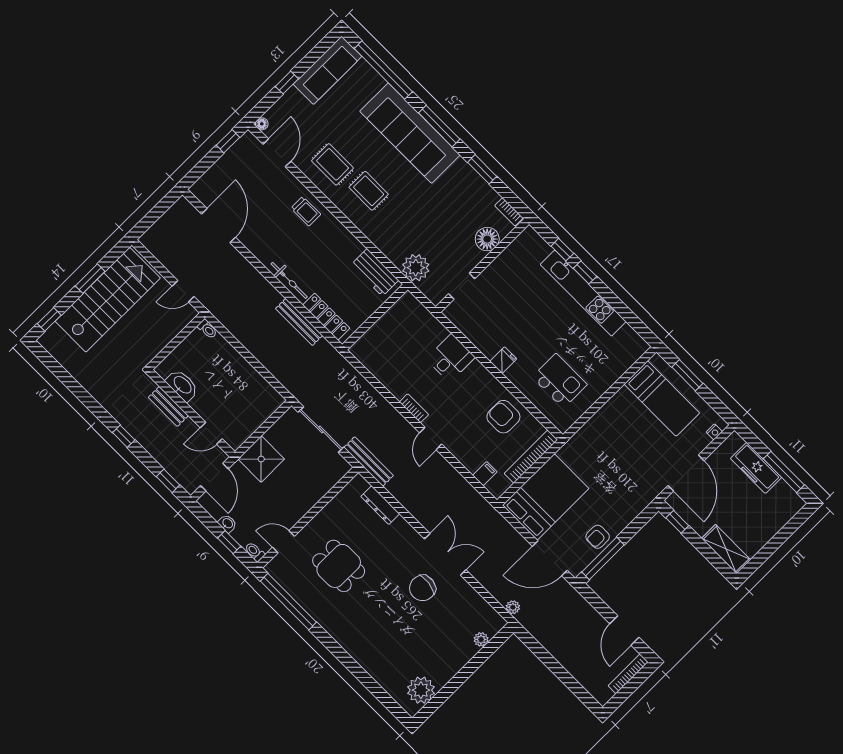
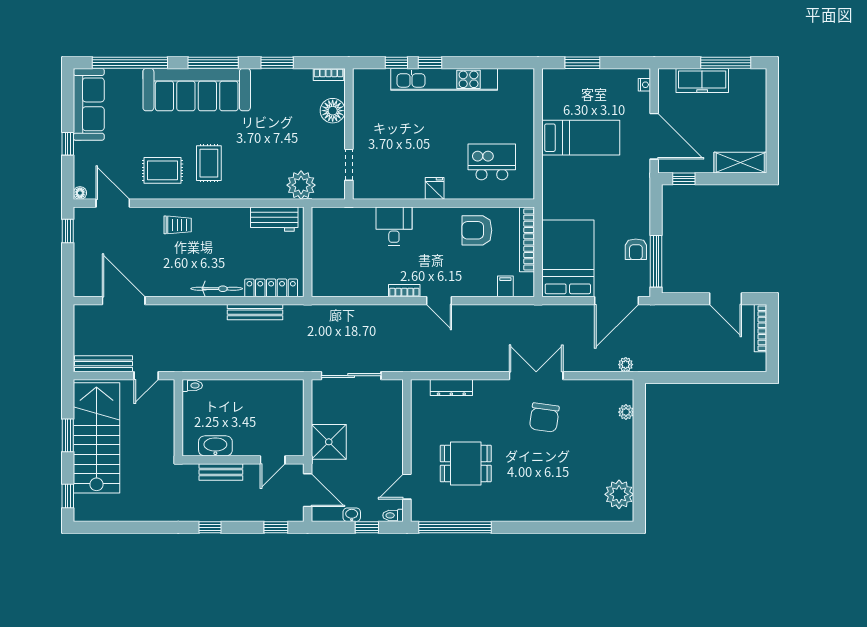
rug: (369, 191) -> (209, 163), turned 90
bed: (662, 399) -> (581, 138), moved
bench: (369, 461) -> (104, 364), moved

